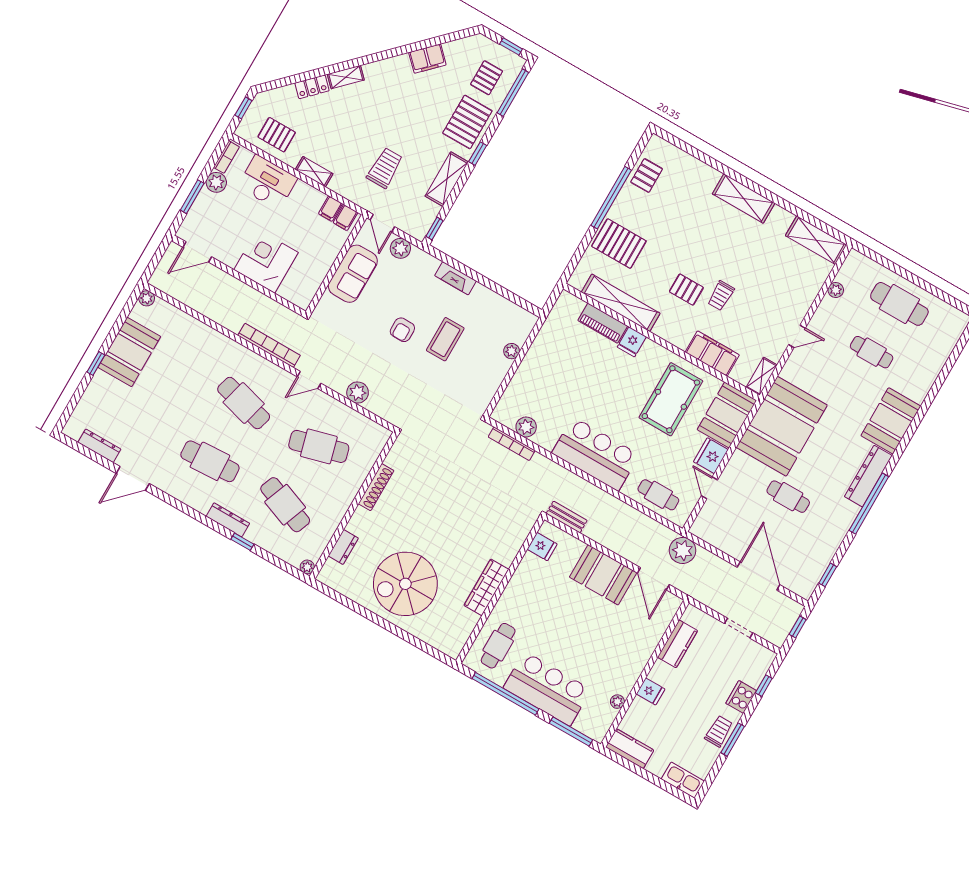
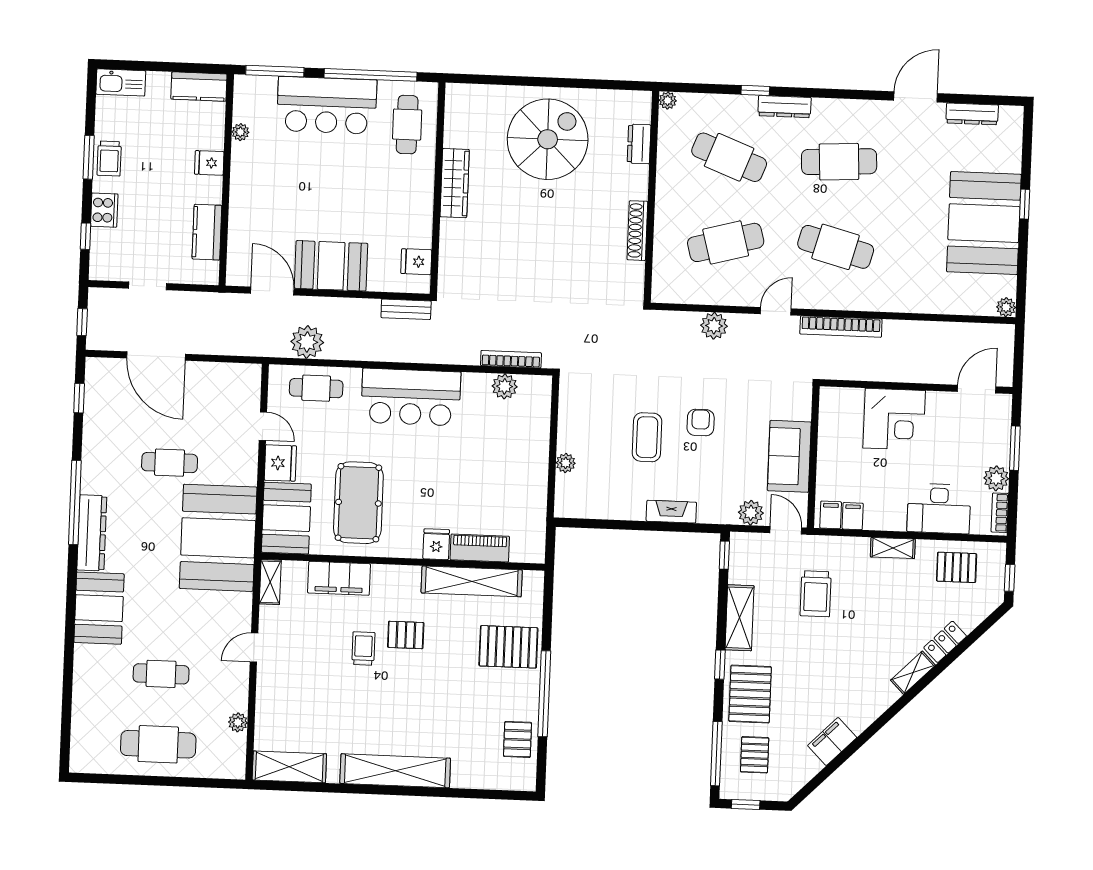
shelving: (744, 198) -> (395, 771), width x1.47
booth: (129, 352) -> (984, 223), width x1.36, depth x1.42
plant: (683, 550) -> (307, 342), moved

